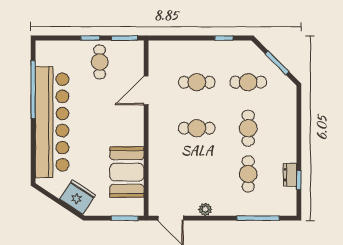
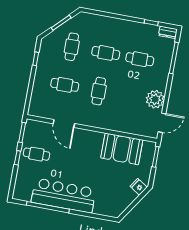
cafe table: (197, 82) -> (65, 85), turned 90
bar counter: (52, 122) -> (64, 196), width x0.73
dresser: (290, 175) -> (168, 32), moved
fridge: (78, 197) -> (139, 187), width x0.53, depth x0.75
plant: (205, 209) -> (155, 99), width x1.88, depth x1.88

